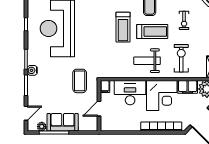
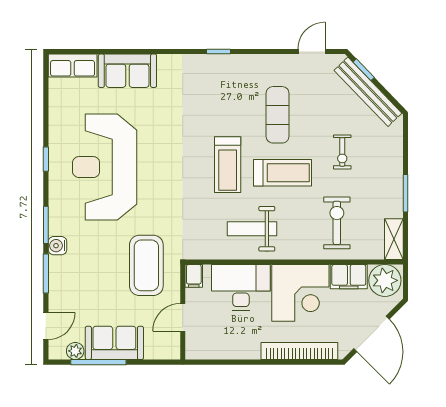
weight bench: (147, 61) -> (252, 229), moved
coffee table: (80, 81) -> (146, 265), width x1.36, depth x1.32

